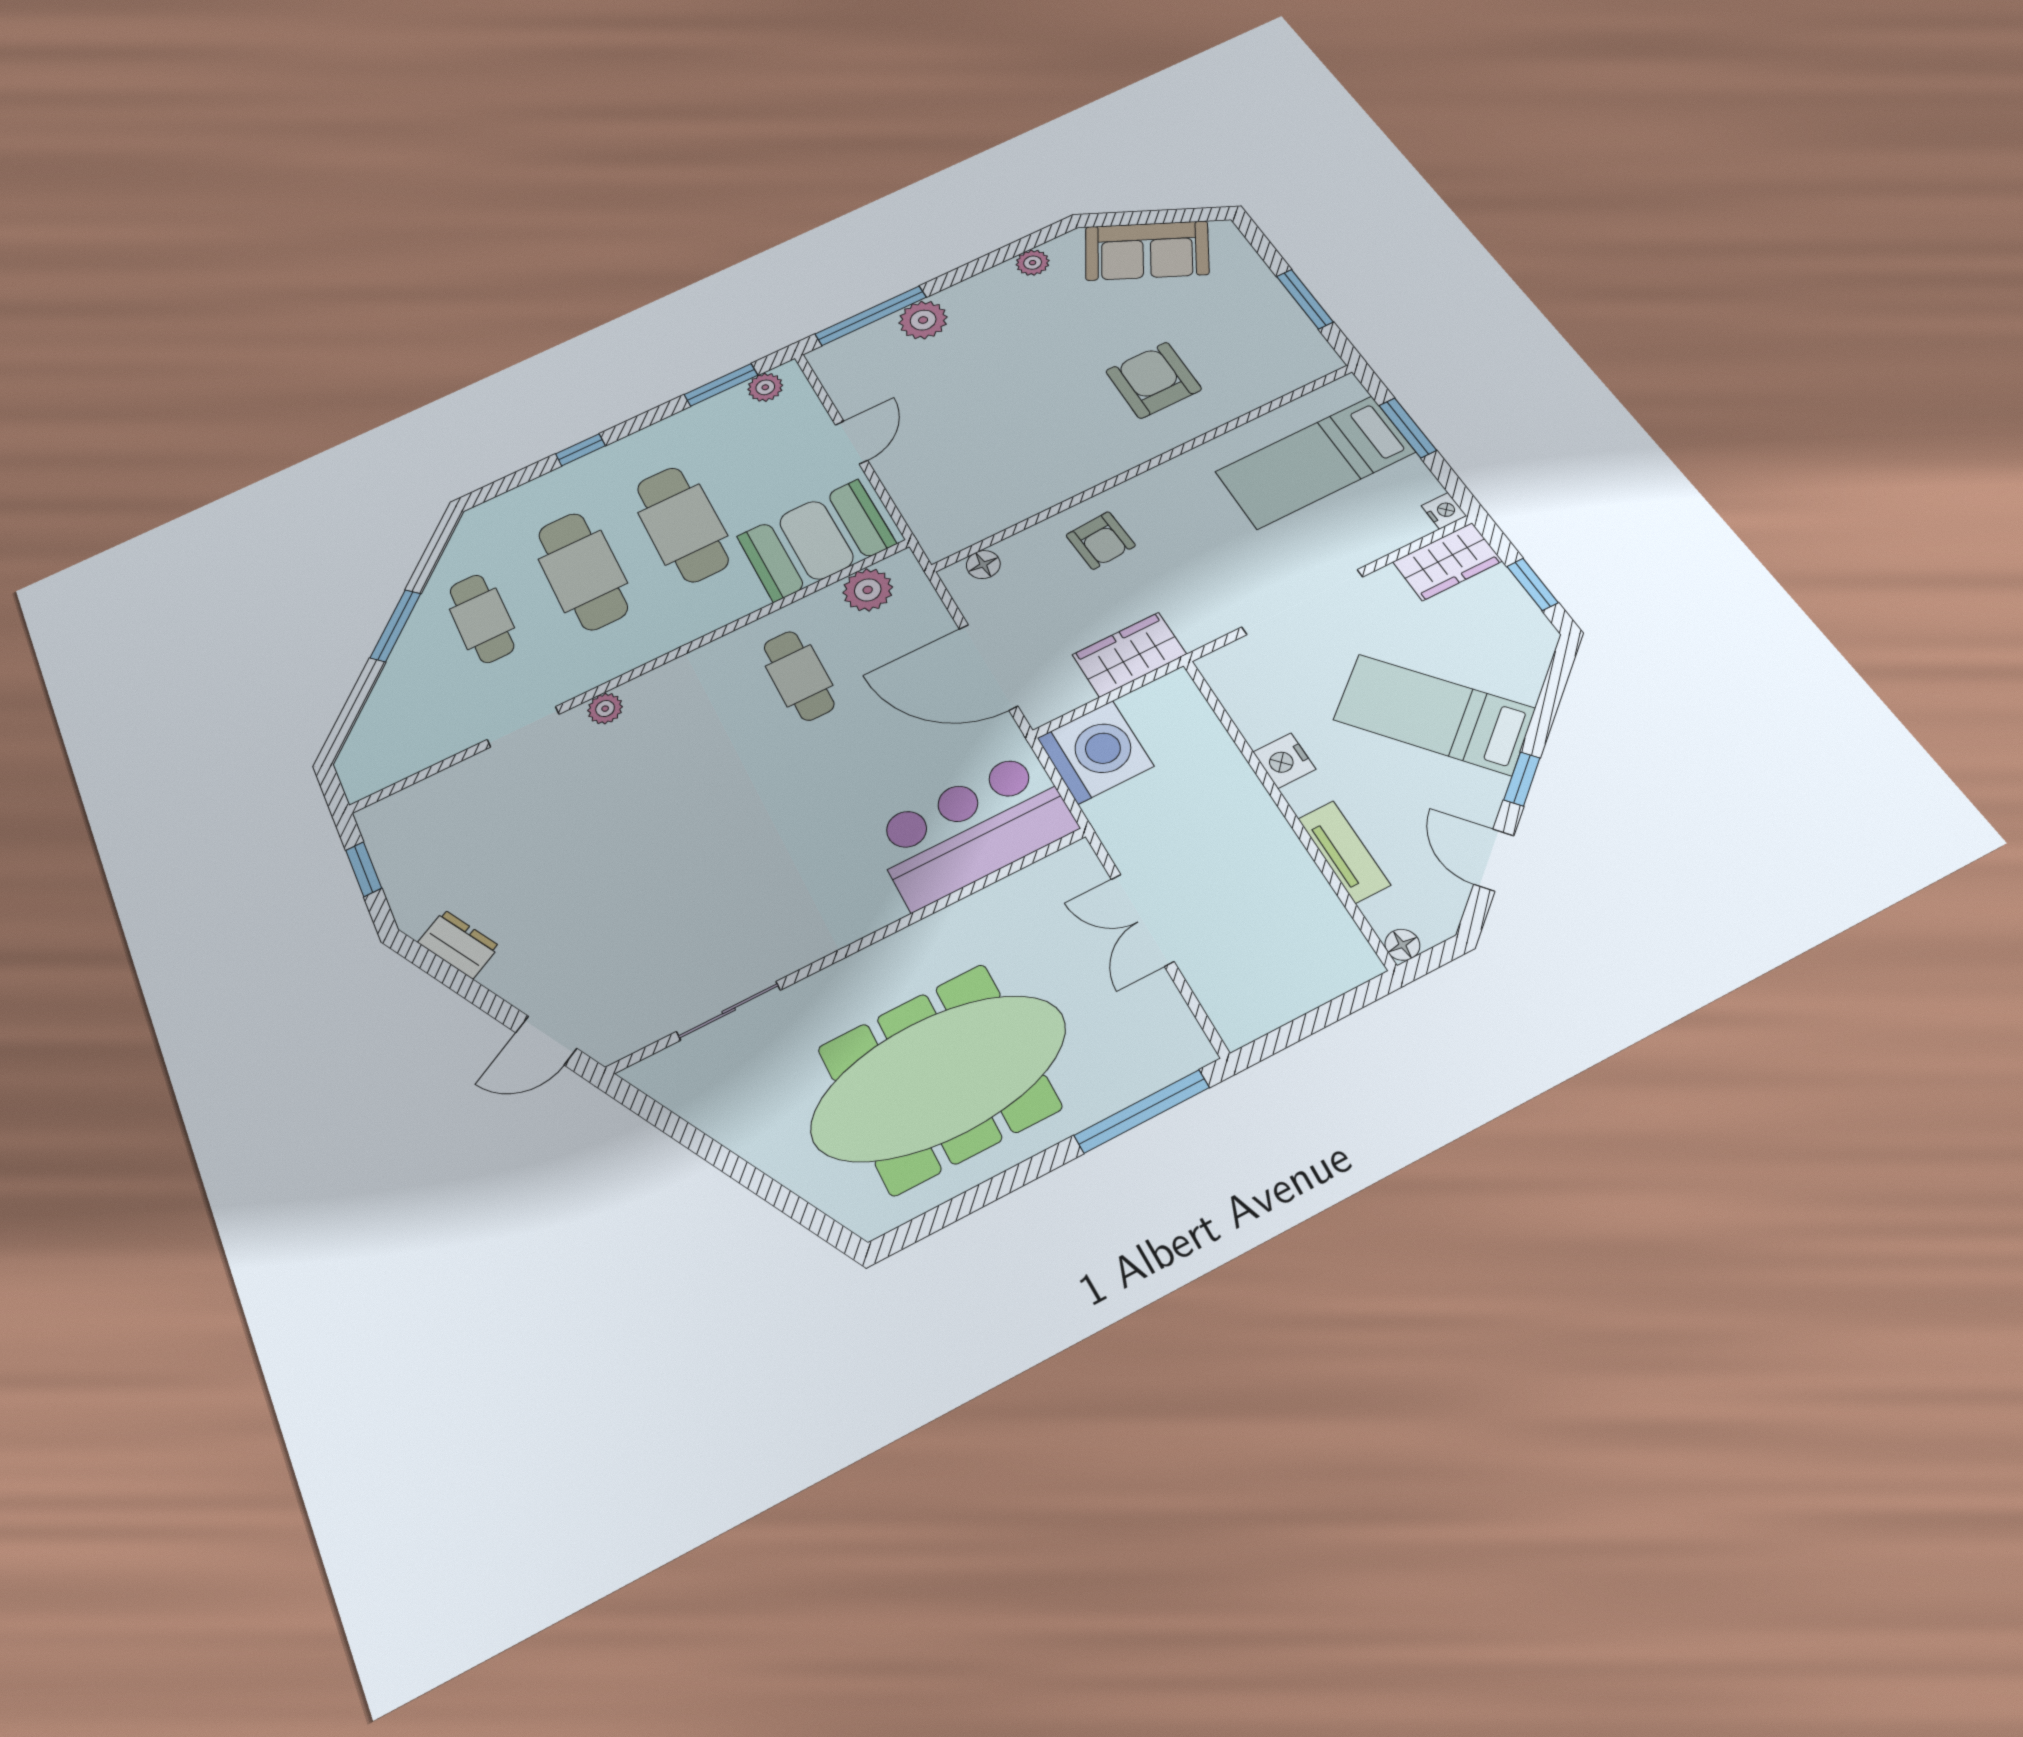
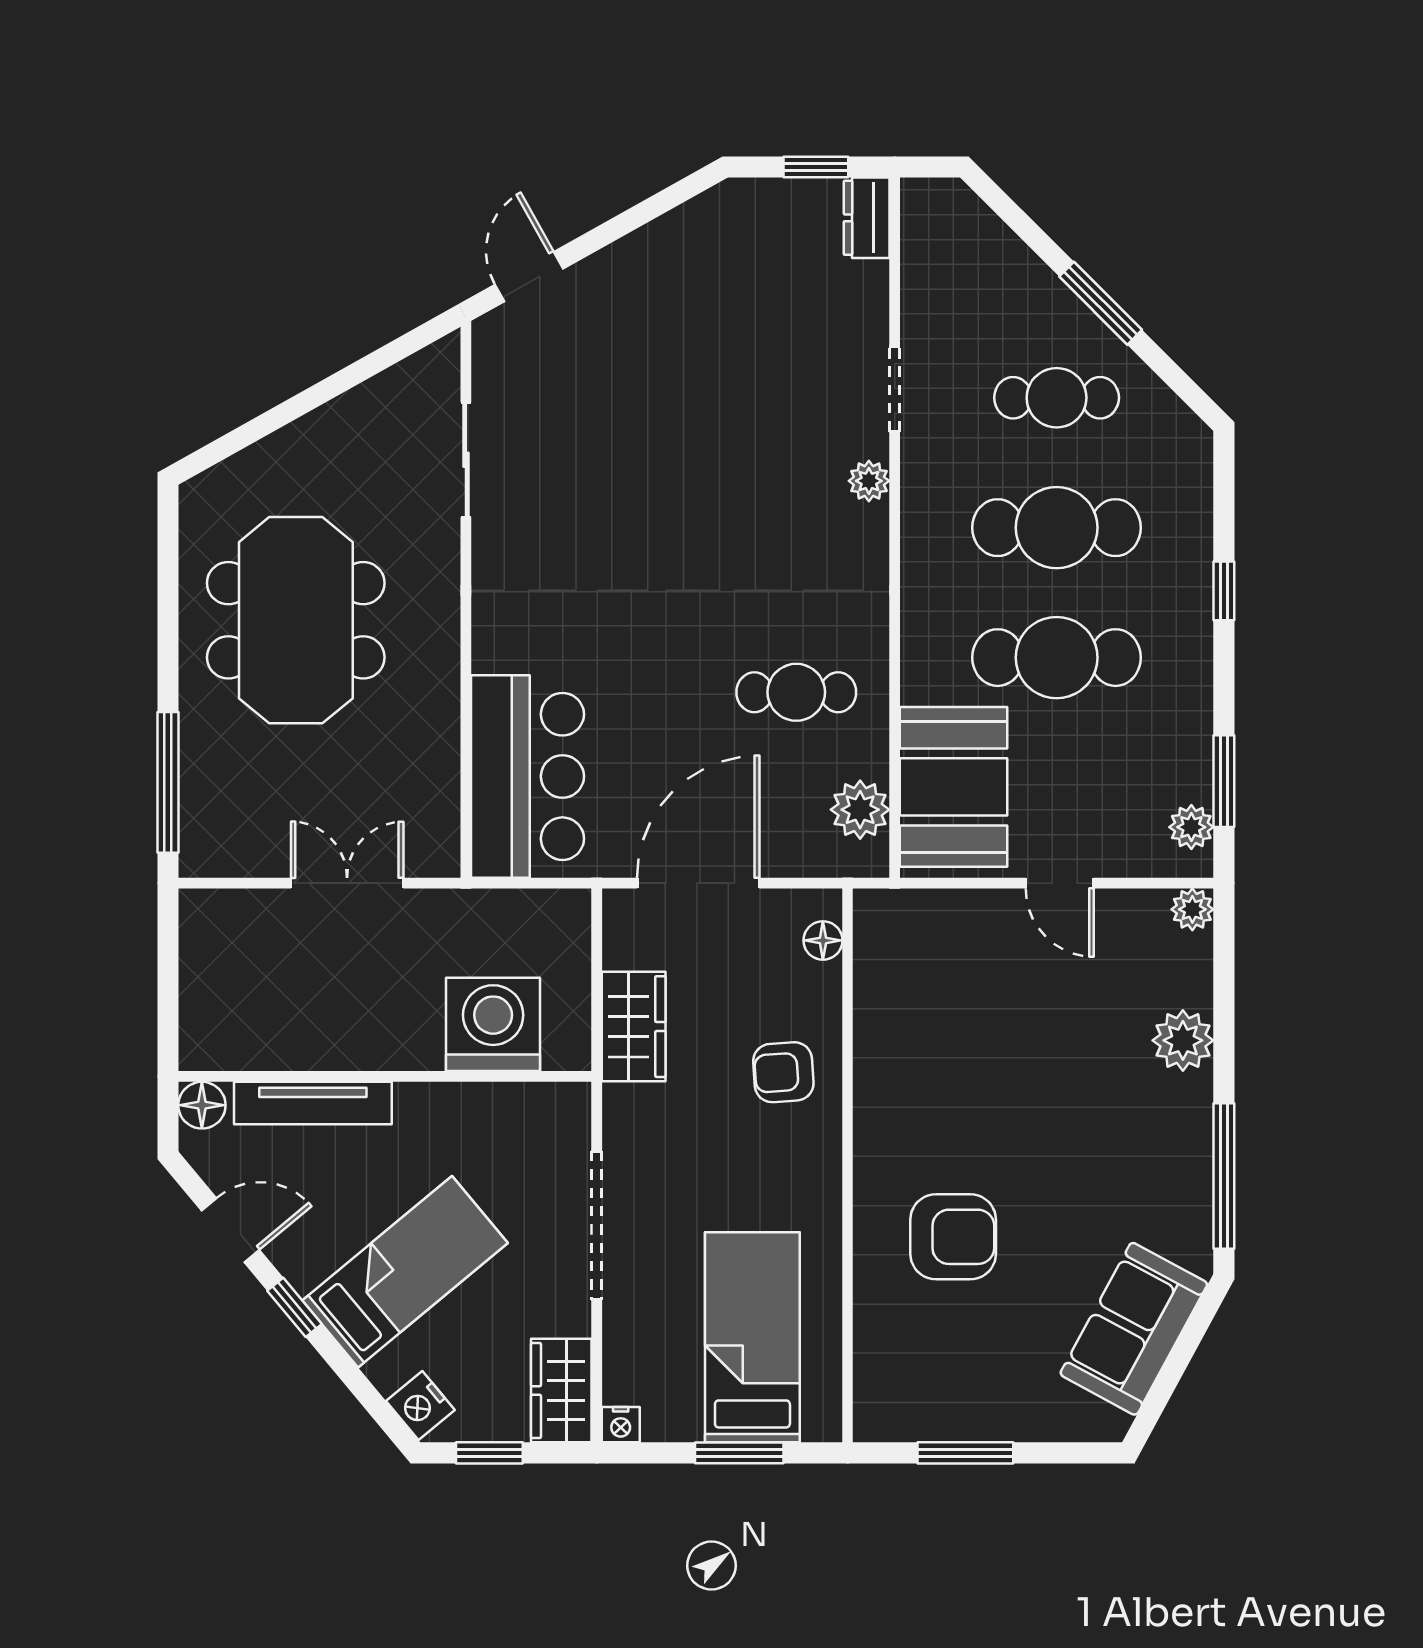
plant: (1033, 263) -> (1192, 909), moved
window: (871, 316) -> (1224, 1176), moved
washing machine: (1095, 752) -> (493, 1024), moved, turned 180
nightstand: (1284, 761) -> (420, 1406), moved, turned -130
tv unit: (1344, 852) -> (313, 1103), width x1.41
dresser: (459, 944) -> (867, 218), moved, turned 119
floor lamp: (1402, 945) -> (202, 1105), width x1.37, depth x1.37
meeting table: (939, 1078) -> (296, 620), width x0.73

